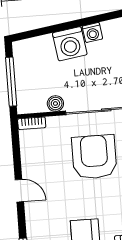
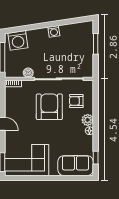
washing machine: (70, 44) -> (18, 40), moved

